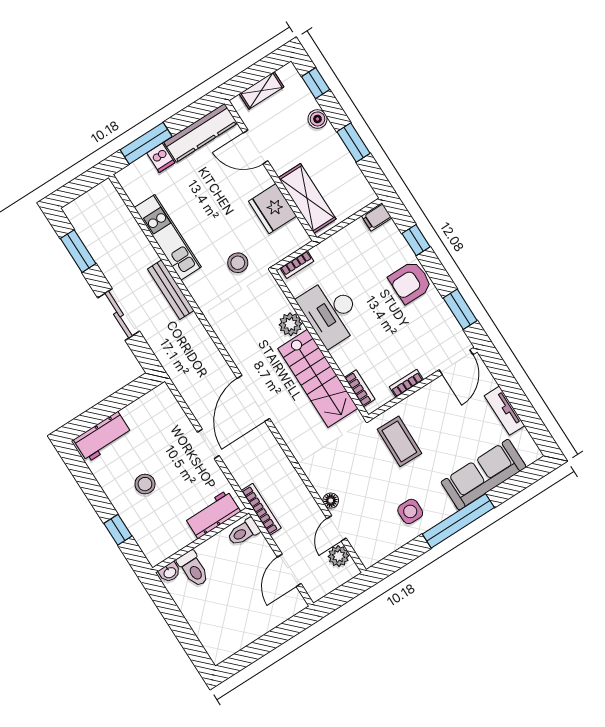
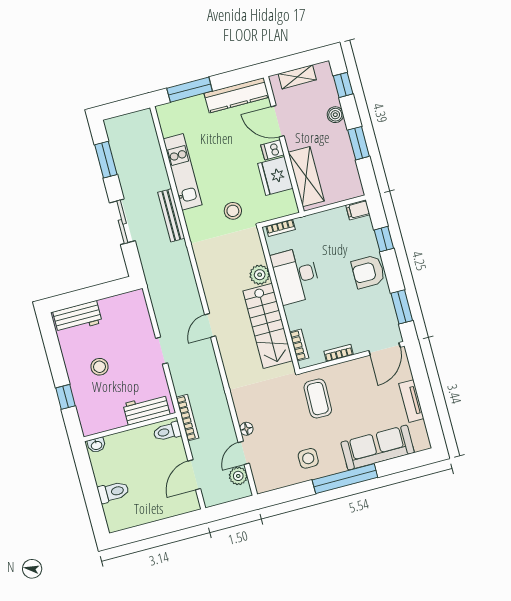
dishwasher: (161, 158) -> (273, 150), moved, turned 90
door: (253, 398) -> (210, 325), width x0.53
toilet: (193, 569) -> (113, 492), moved, turned -90

